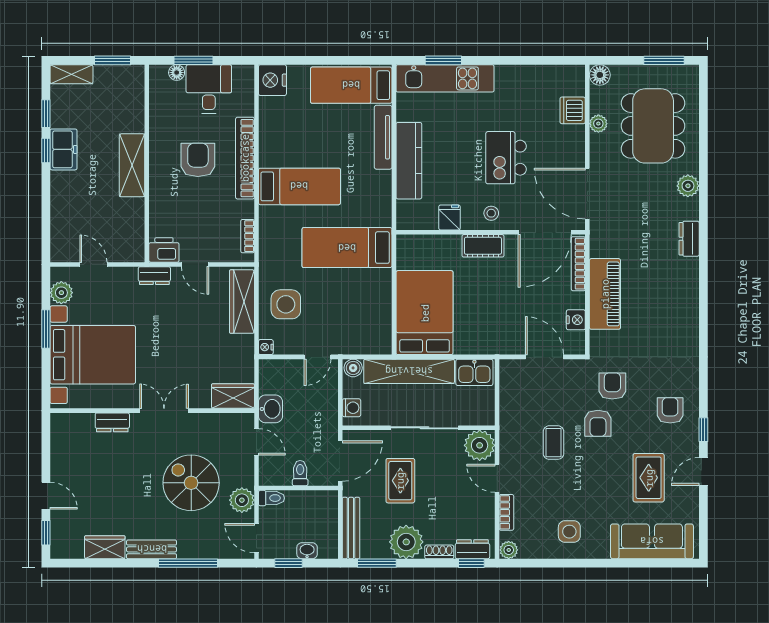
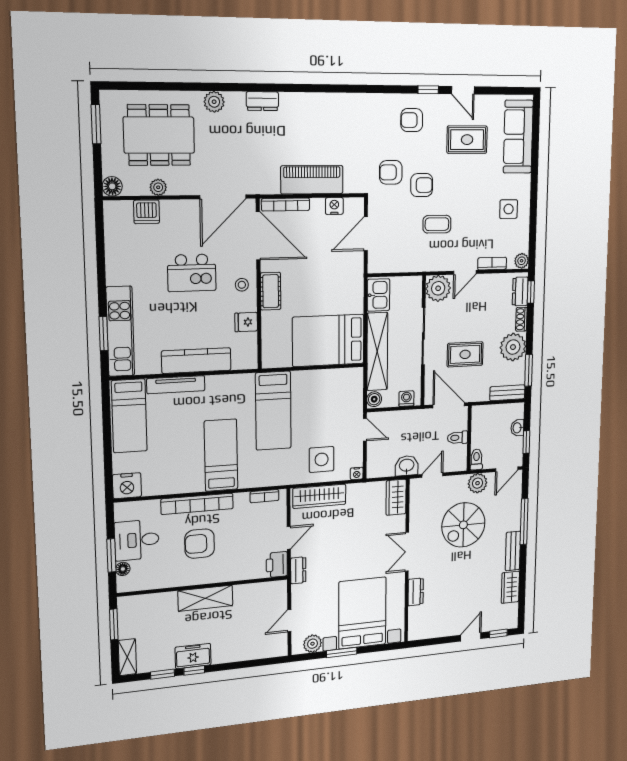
bench: (351, 528) -> (507, 393), width x0.73

